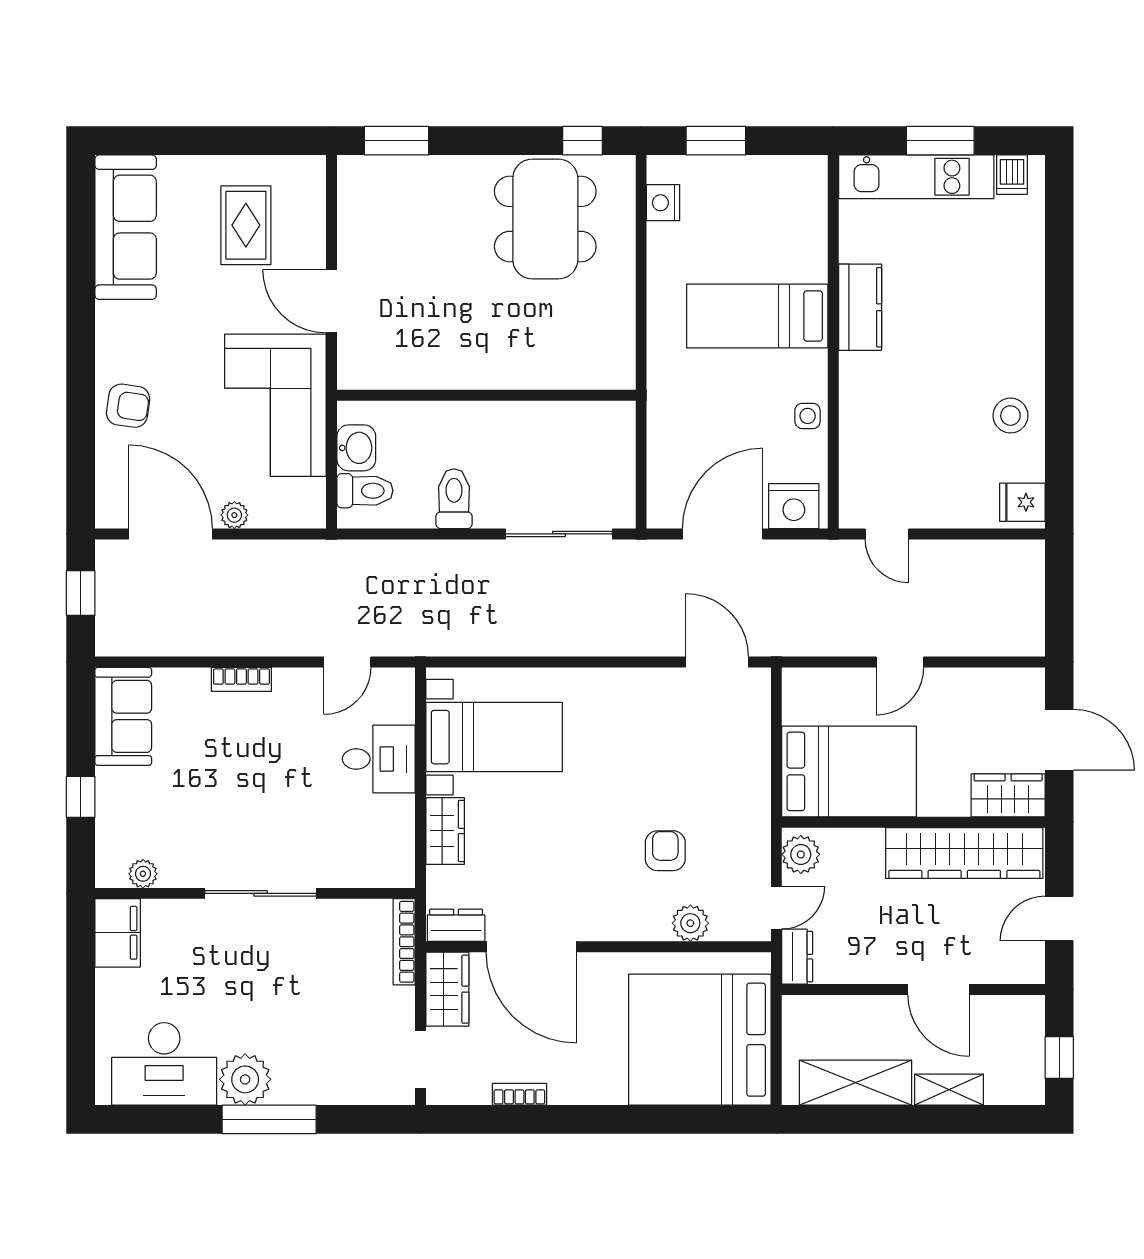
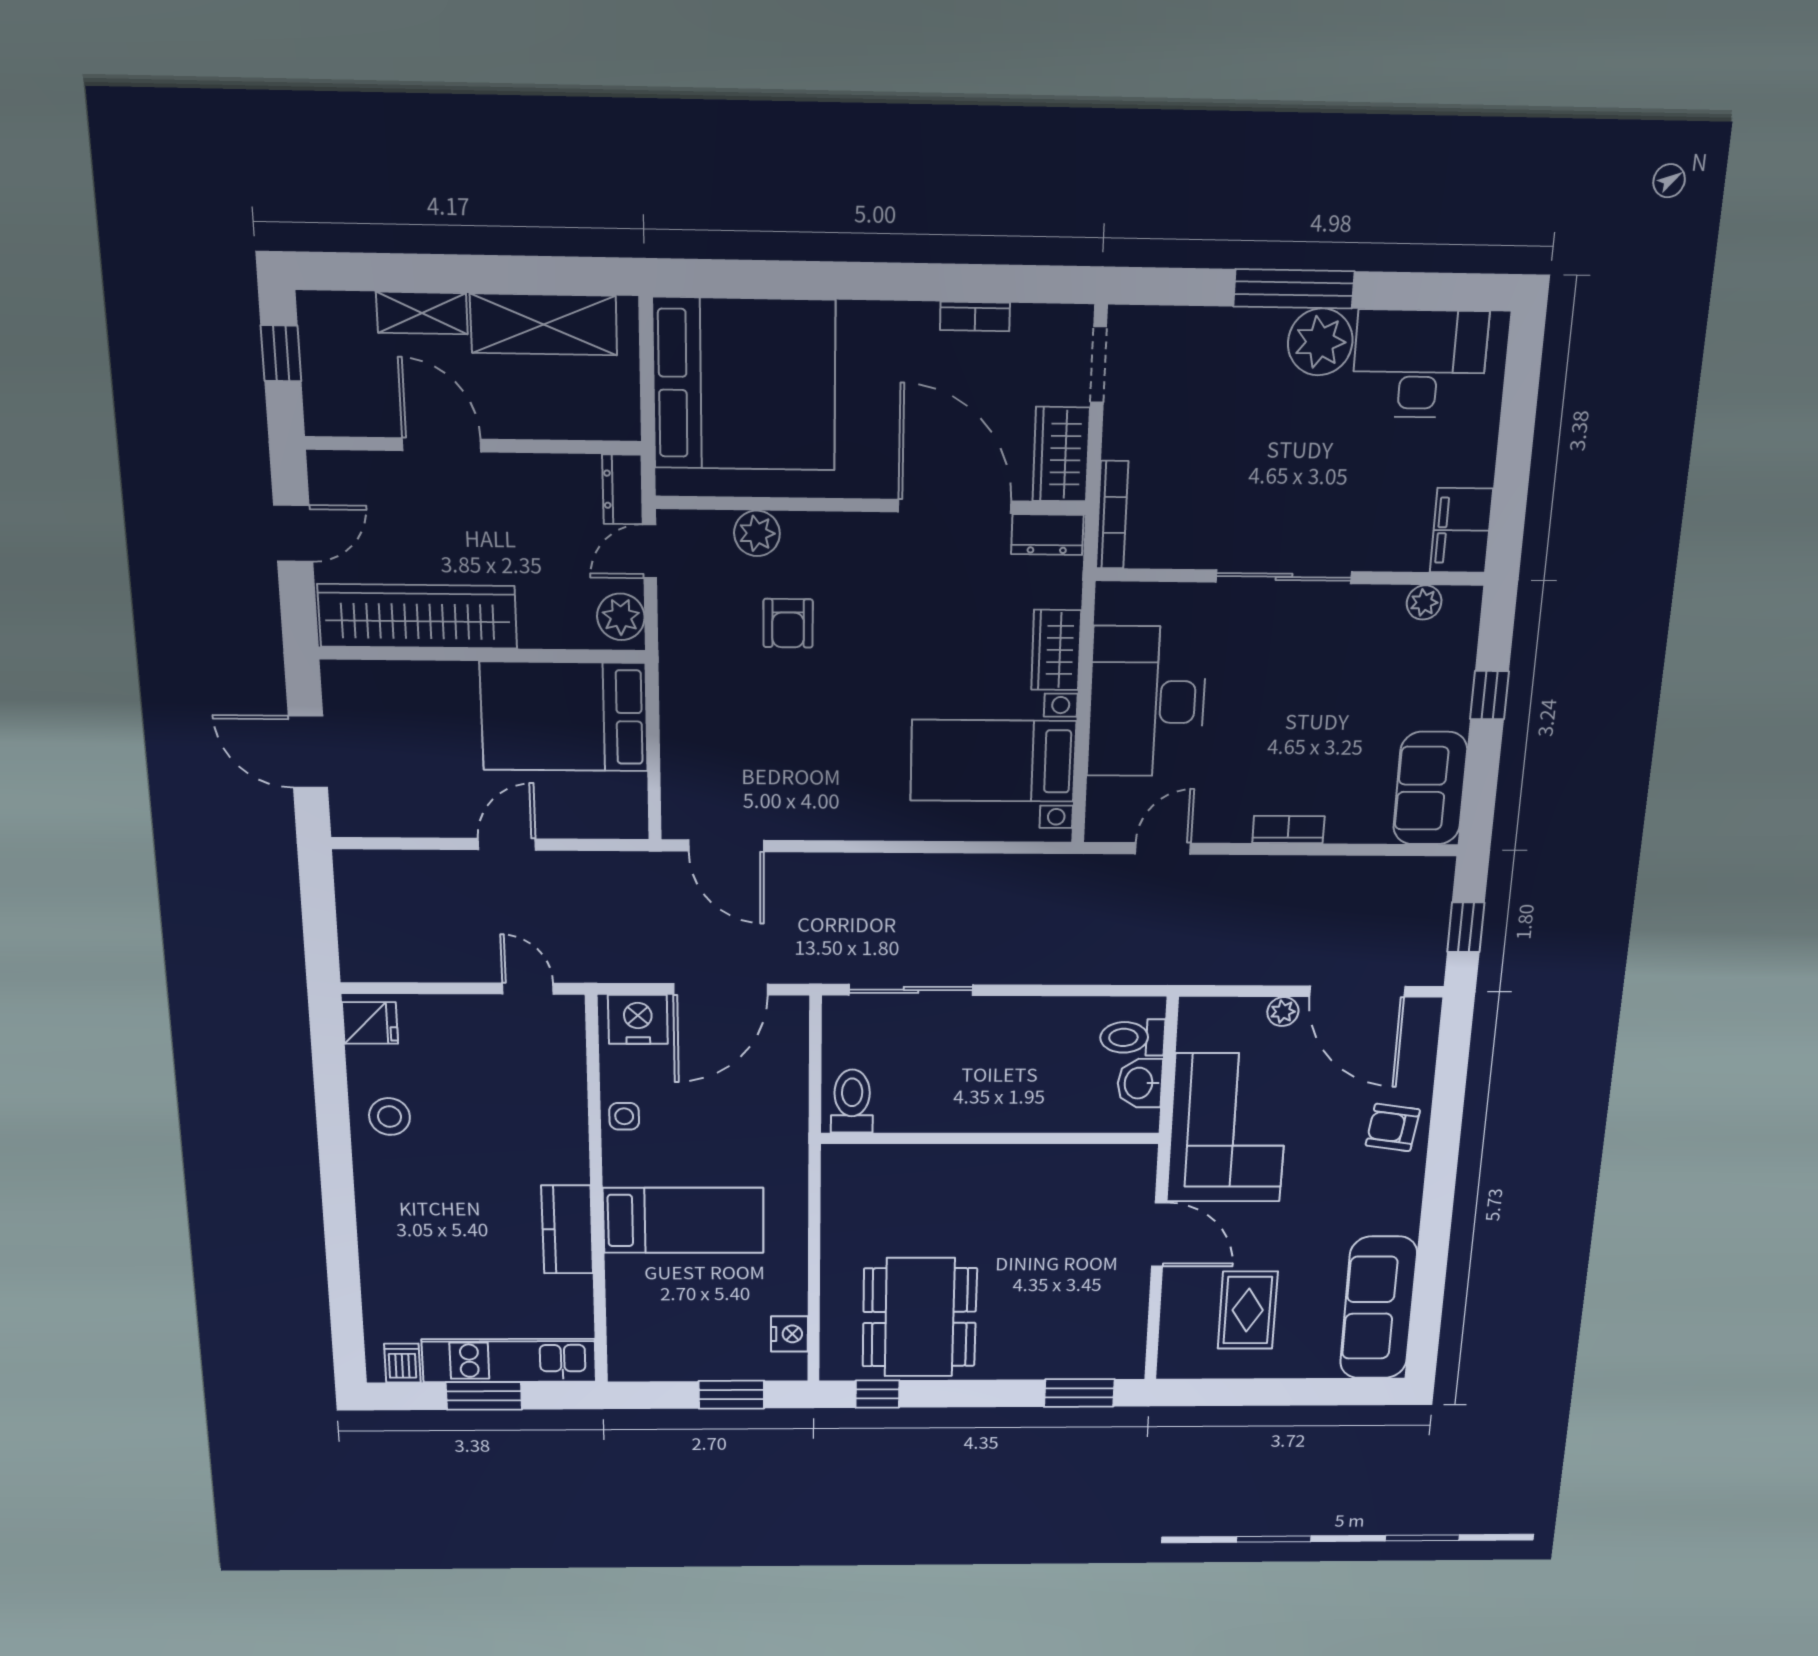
toilet: (454, 499) -> (852, 1101), moved, turned 180
desk: (379, 759) -> (1147, 702), width x1.87, depth x1.30
wardrobe: (1008, 795) -> (367, 686), removed

